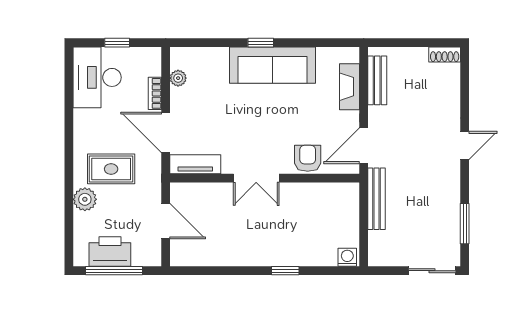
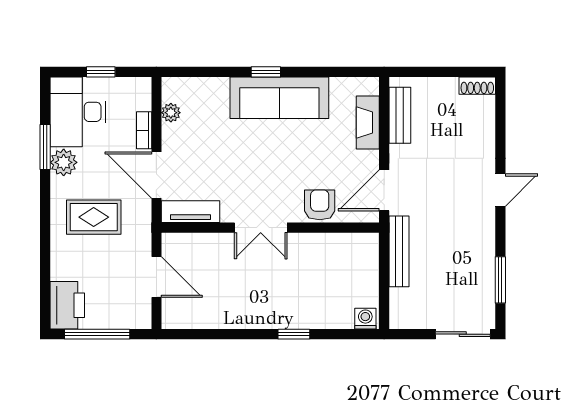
window: (69, 108) -> (45, 147), added
plant: (85, 199) -> (64, 162), moved
printer: (110, 251) -> (67, 305), moved, turned 90

